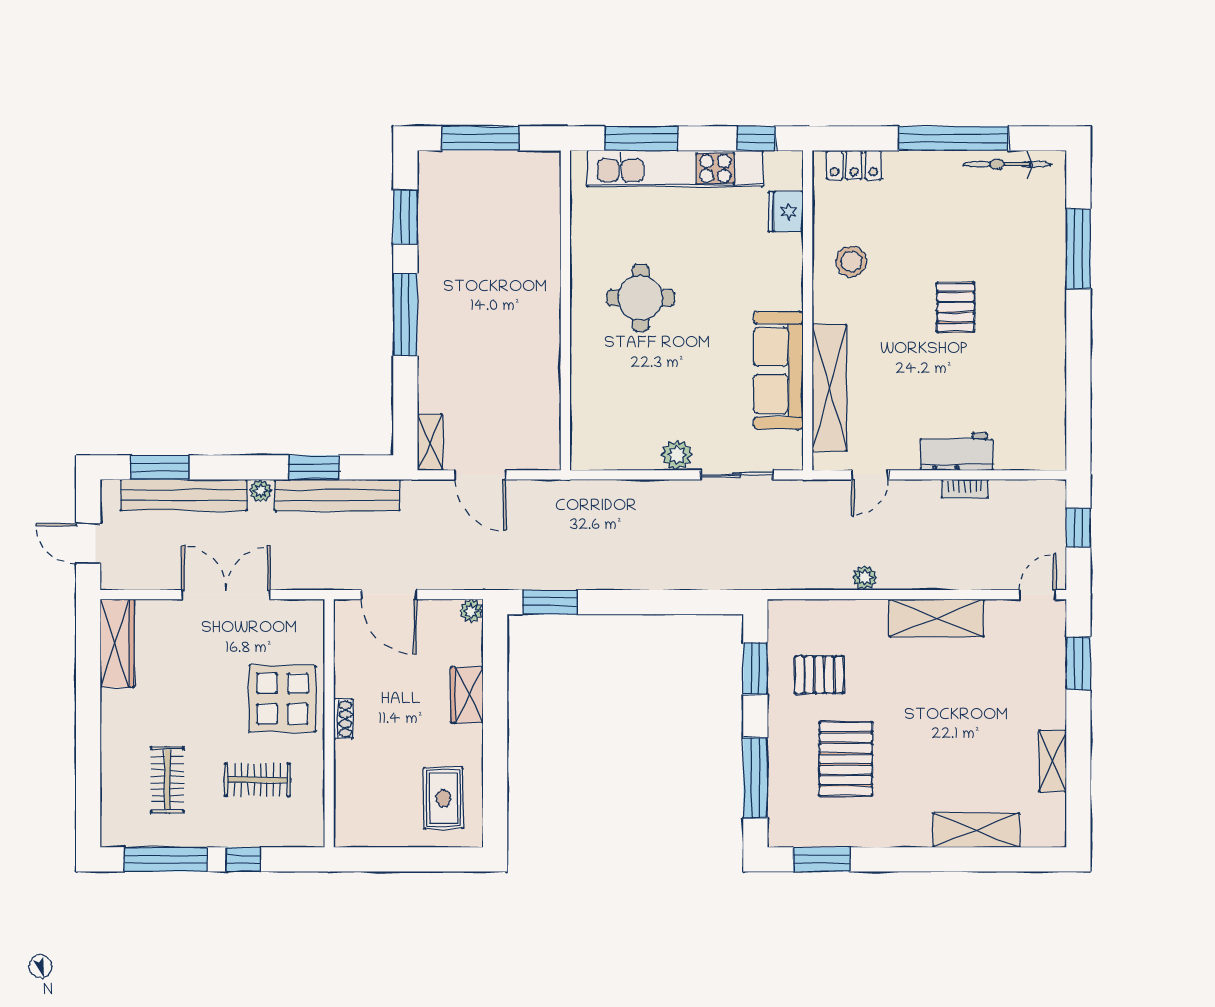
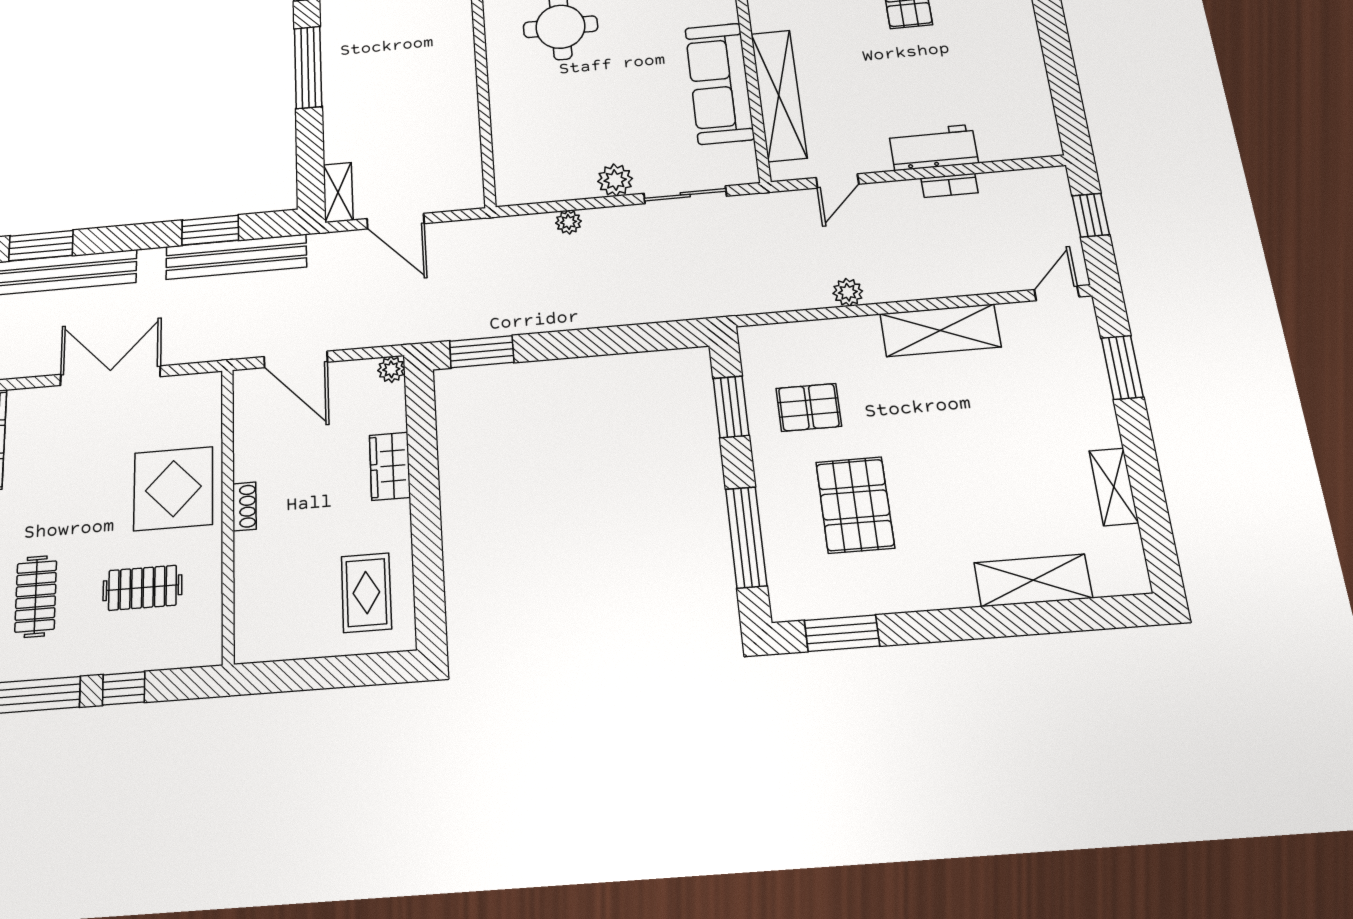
plant: (261, 491) -> (569, 222), moved

